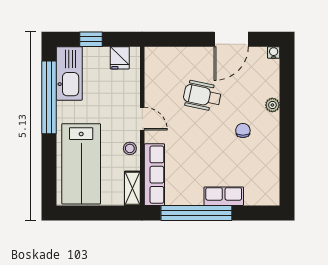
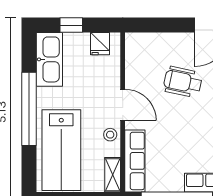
window: (49, 97) -> (29, 109), moved
door: (142, 119) -> (123, 105), width x1.38

